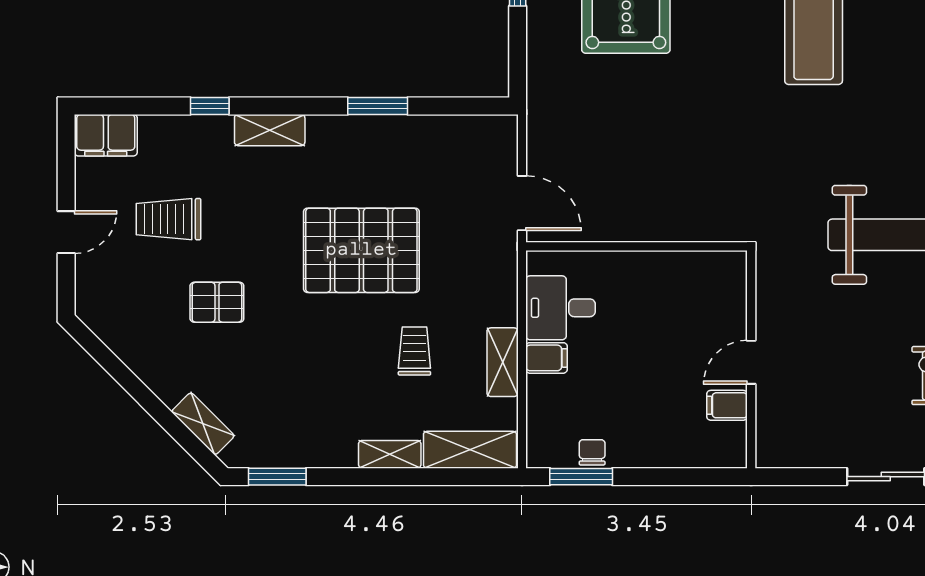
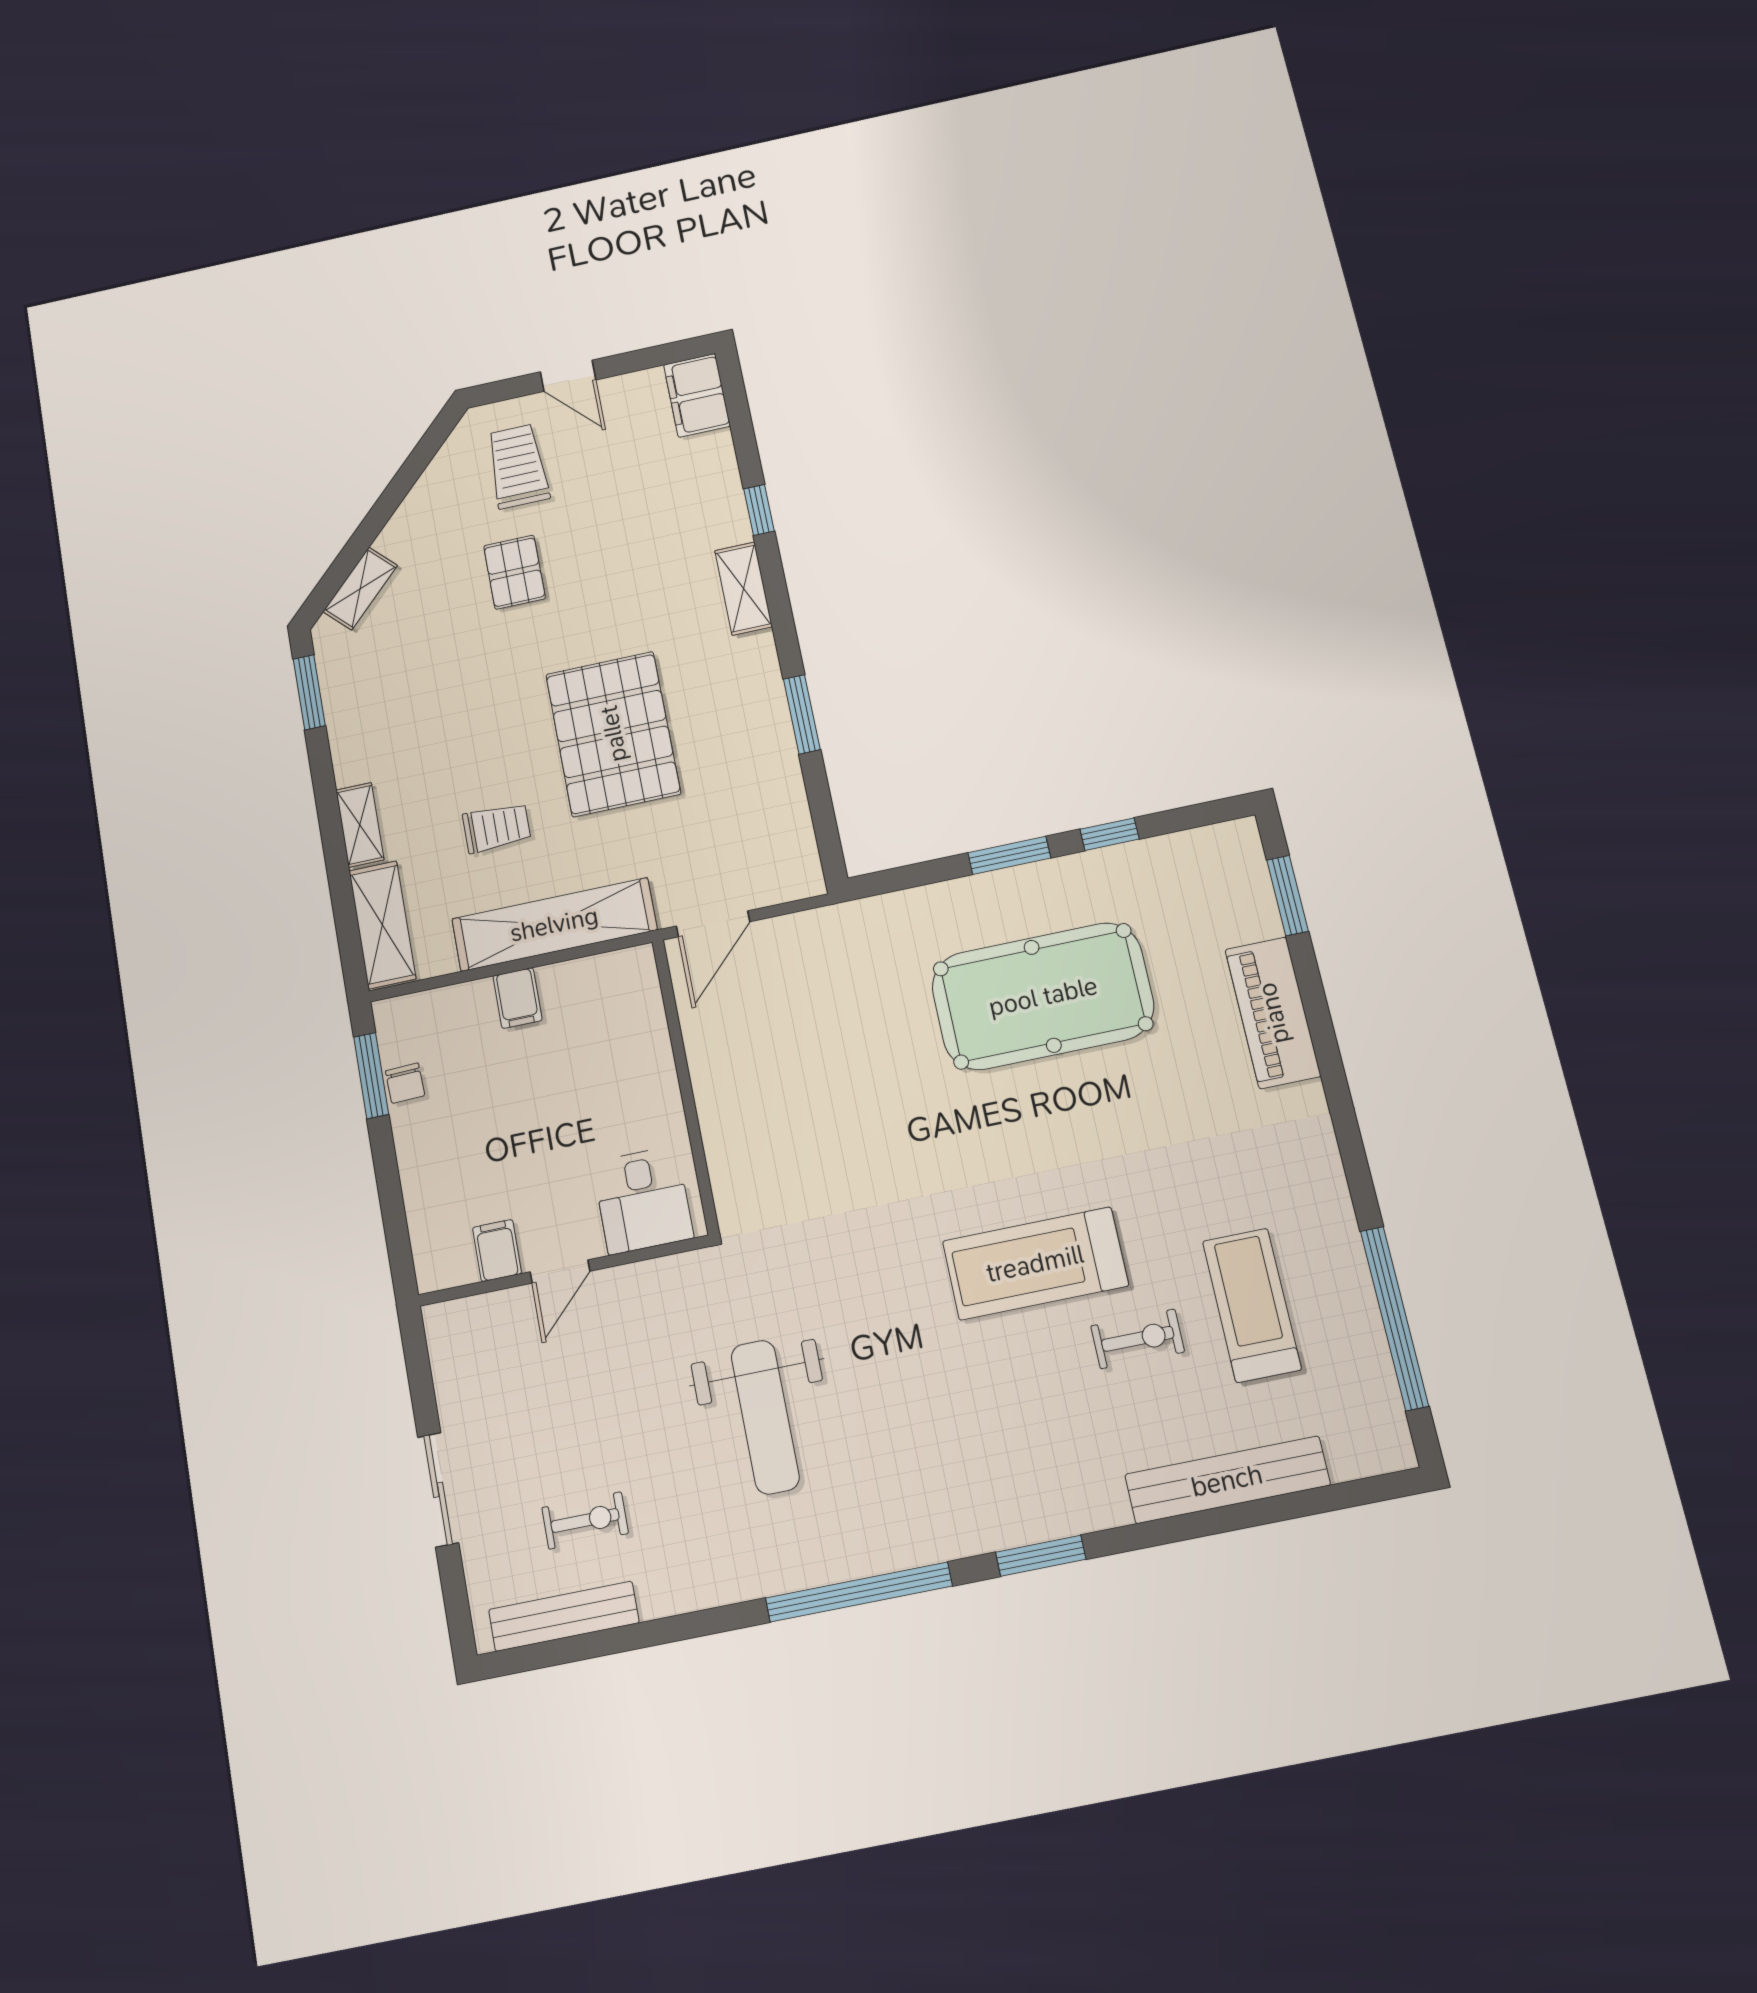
trolley: (168, 219) -> (518, 466), moved
desk: (561, 308) -> (643, 1200), moved, turned 180
shelving: (503, 362) -> (554, 924), width x2.20, depth x1.33
door: (751, 362) -> (560, 1271), swing flipped
chair: (592, 452) -> (405, 1083), turned 88

